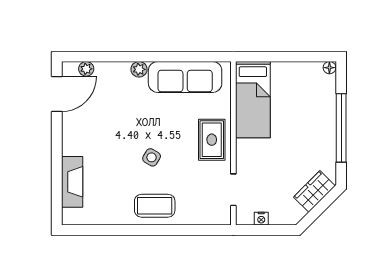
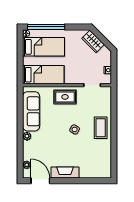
bed: (304, 100) -> (44, 47), added
window: (341, 128) -> (46, 27), moved
fireplace: (72, 182) -> (65, 172), moved

